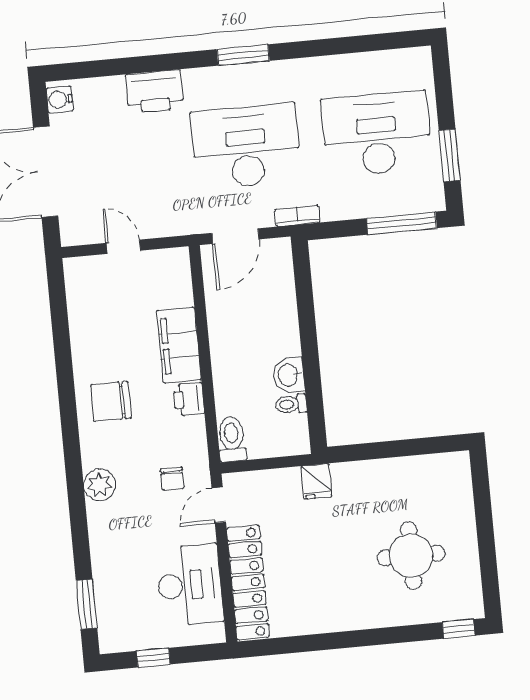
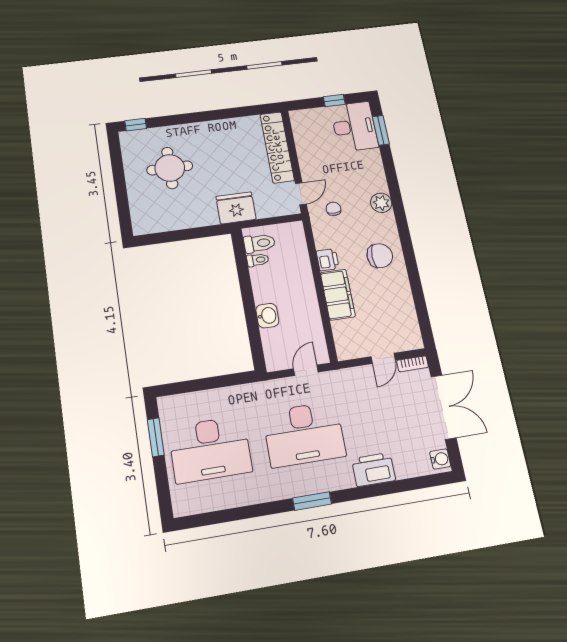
bookcase: (297, 216) -> (413, 364), moved
window: (402, 223) -> (188, 387), removed
door: (235, 236) -> (306, 370), width x0.73
door: (123, 247) -> (383, 358), hinge flipped
washbasin: (289, 375) -> (267, 316), moved
toilet: (232, 439) -> (259, 243), moved, turned -90
fridge: (316, 481) -> (236, 208), width x1.88, depth x1.34
desk: (190, 585) -> (354, 127), moved, turned 180

